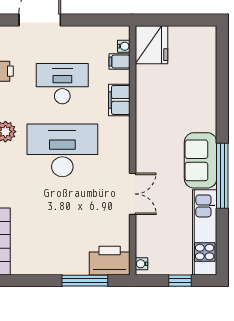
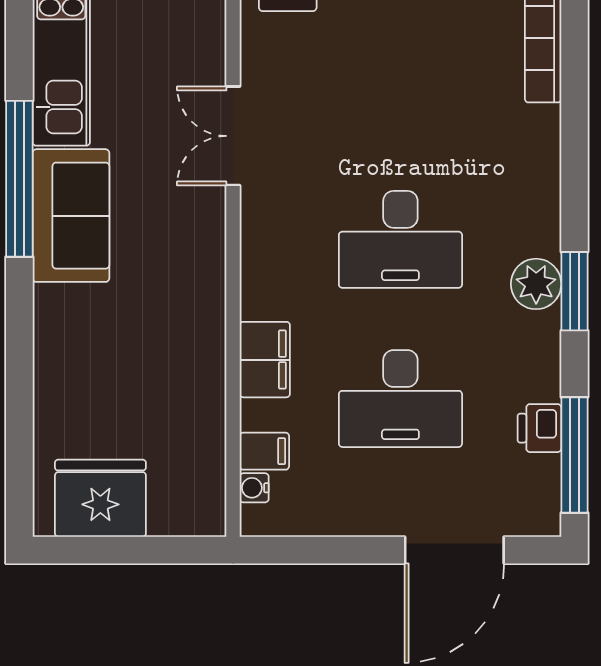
fridge: (152, 45) -> (100, 498), moved, turned 90
desk: (62, 150) -> (400, 239), width x0.73, depth x0.77

